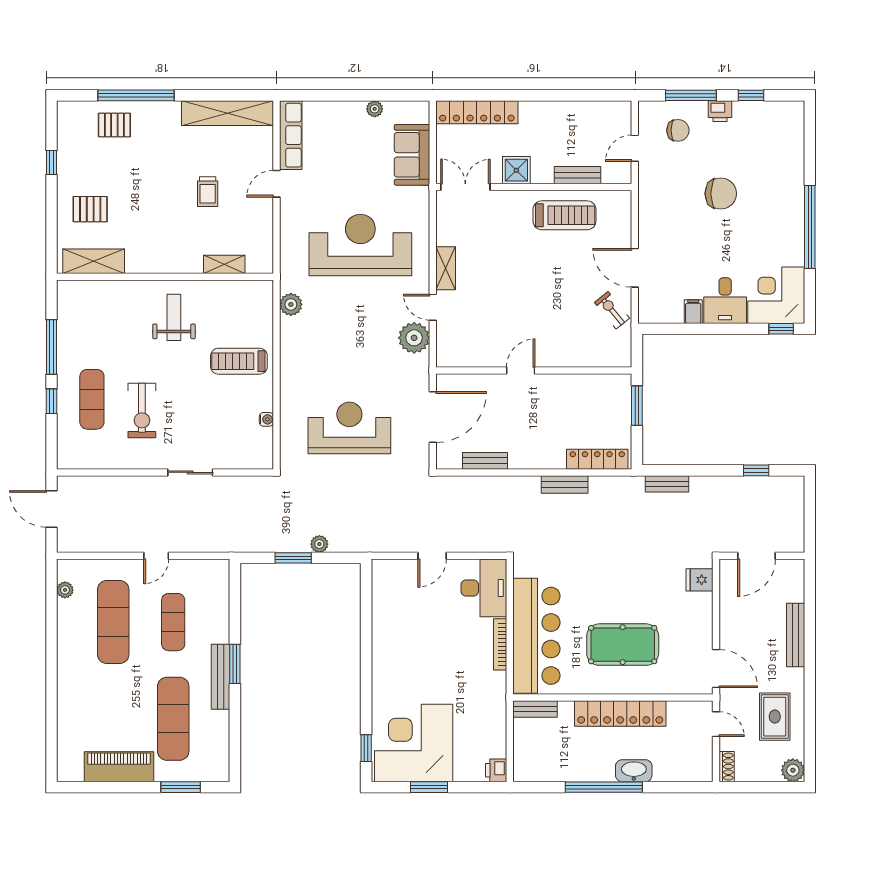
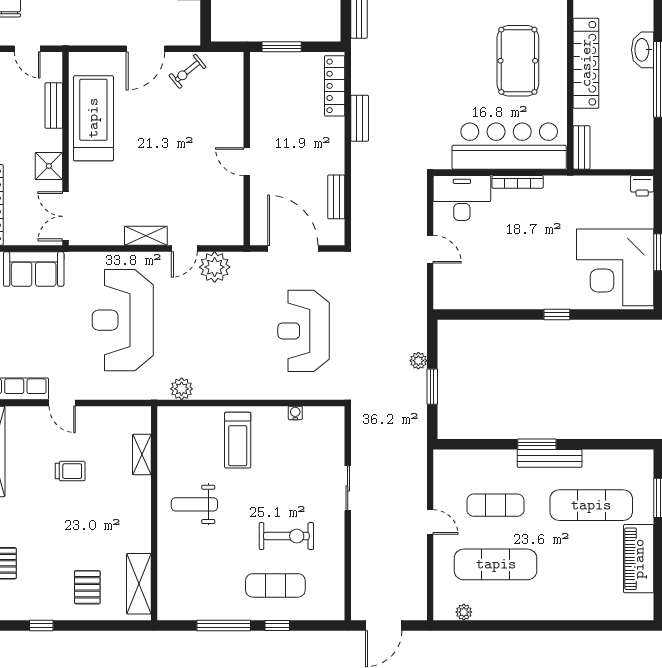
treadmill: (564, 215) -> (93, 118), width x1.37, depth x1.37
window: (366, 748) -> (557, 314), moved

